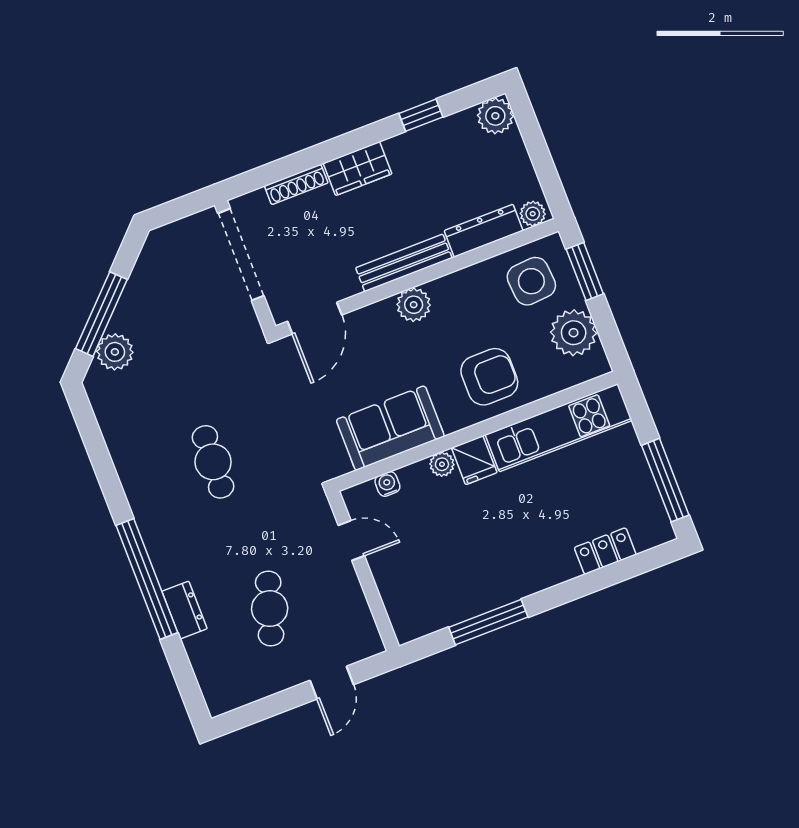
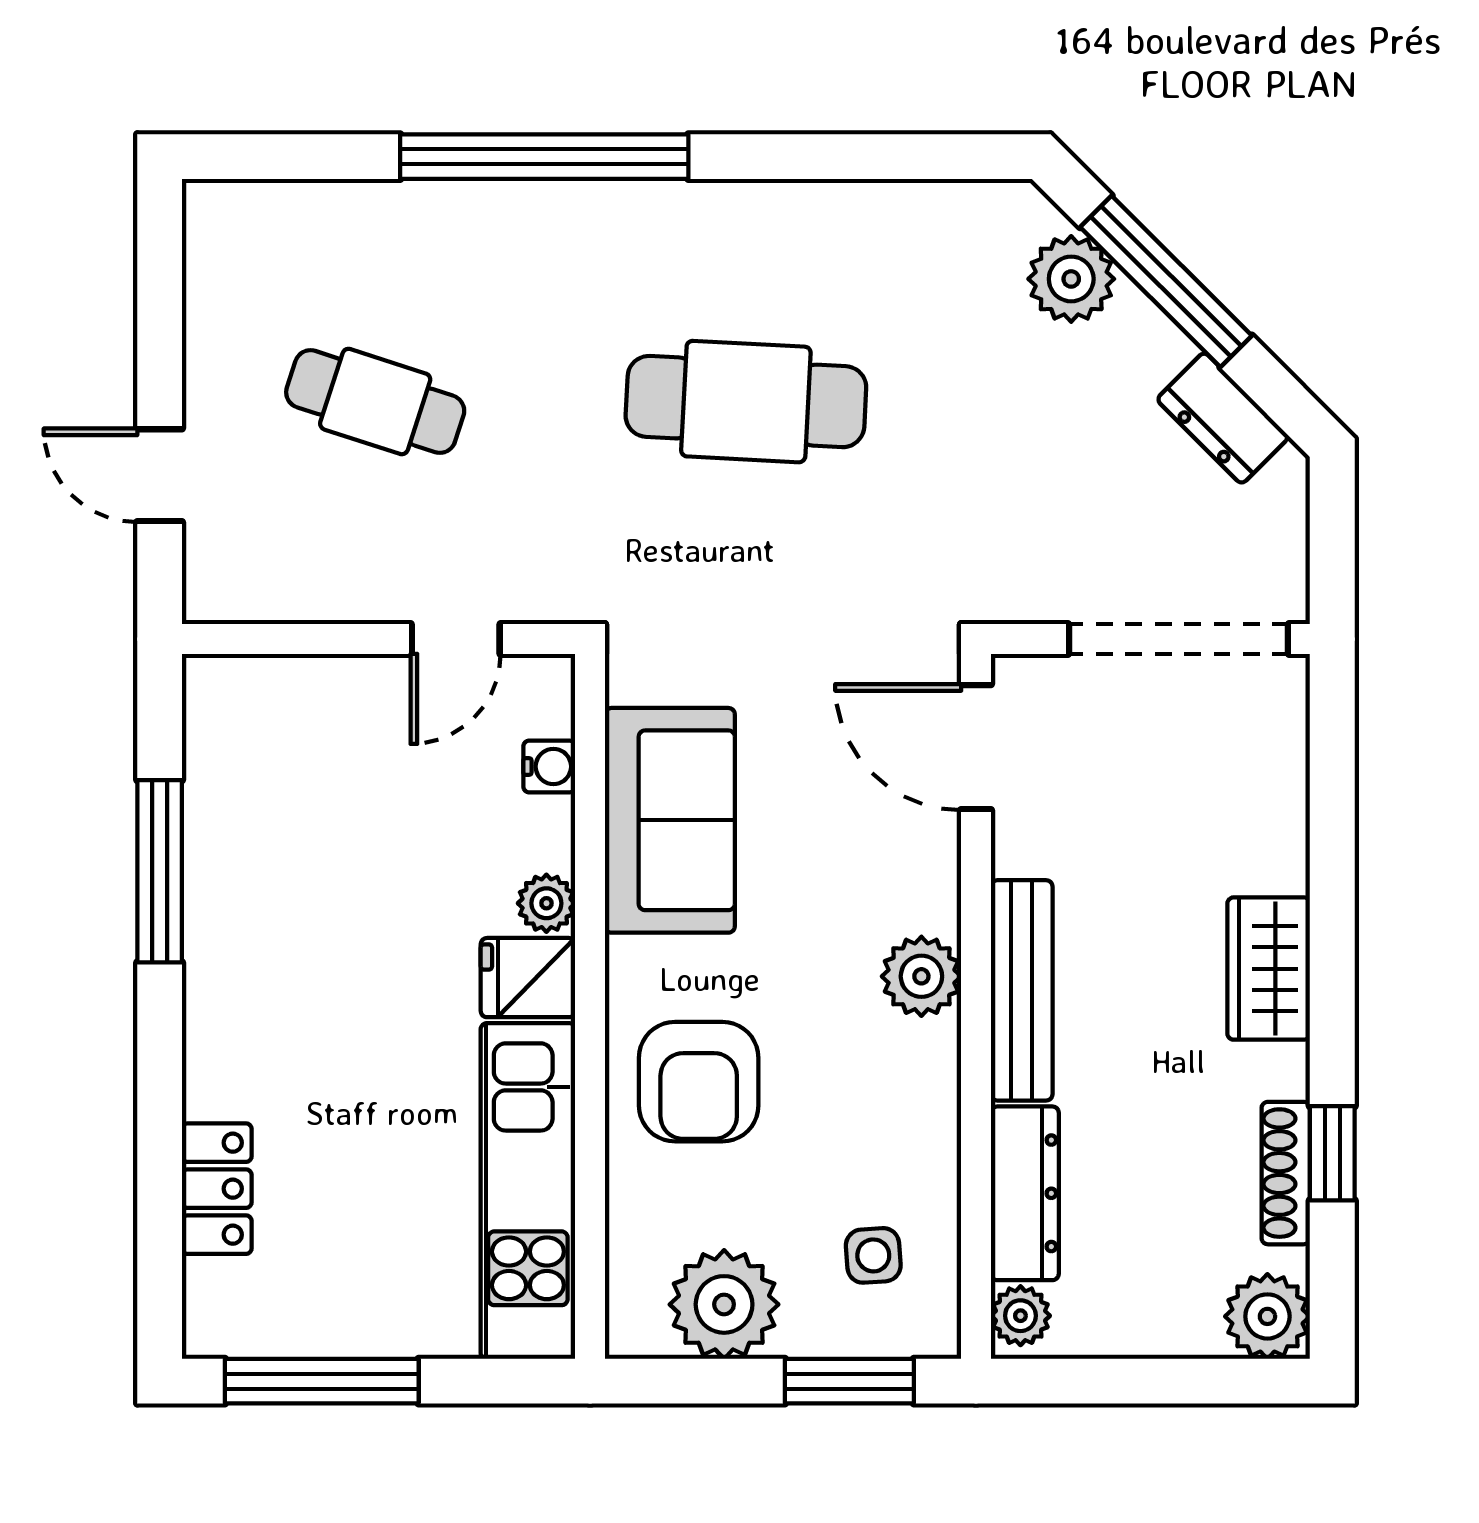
shoe rack: (296, 184) -> (1286, 1173), moved
side table: (531, 281) -> (873, 1255), width x0.54, depth x0.54
cafe table: (213, 462) -> (746, 402), width x1.37, depth x1.35
dresser: (184, 610) -> (1223, 418), moved, turned 45

